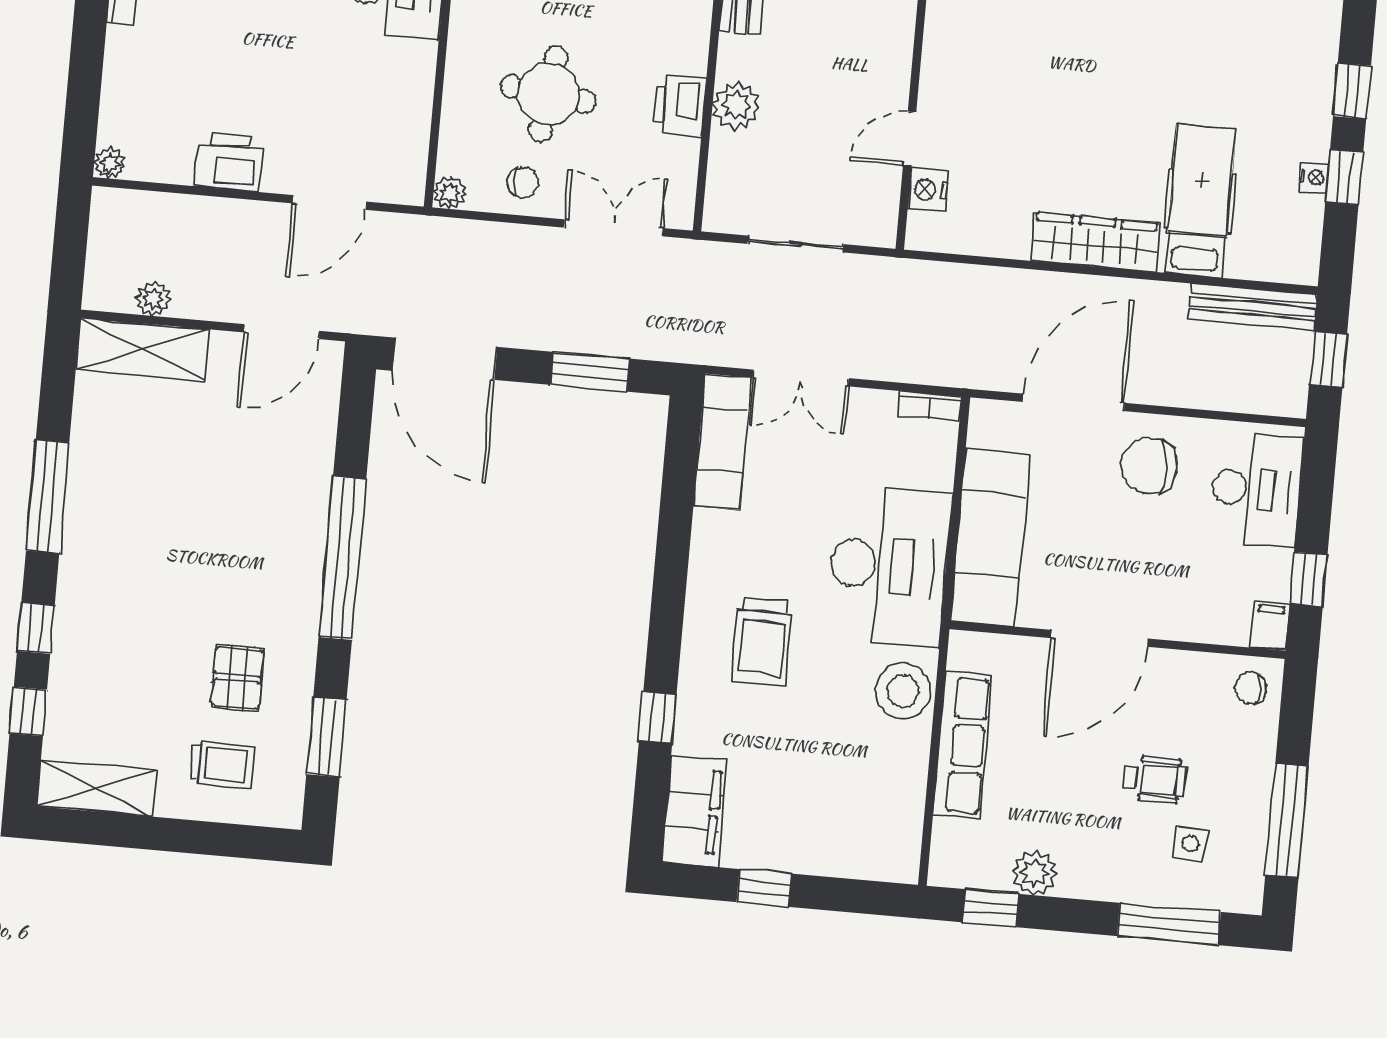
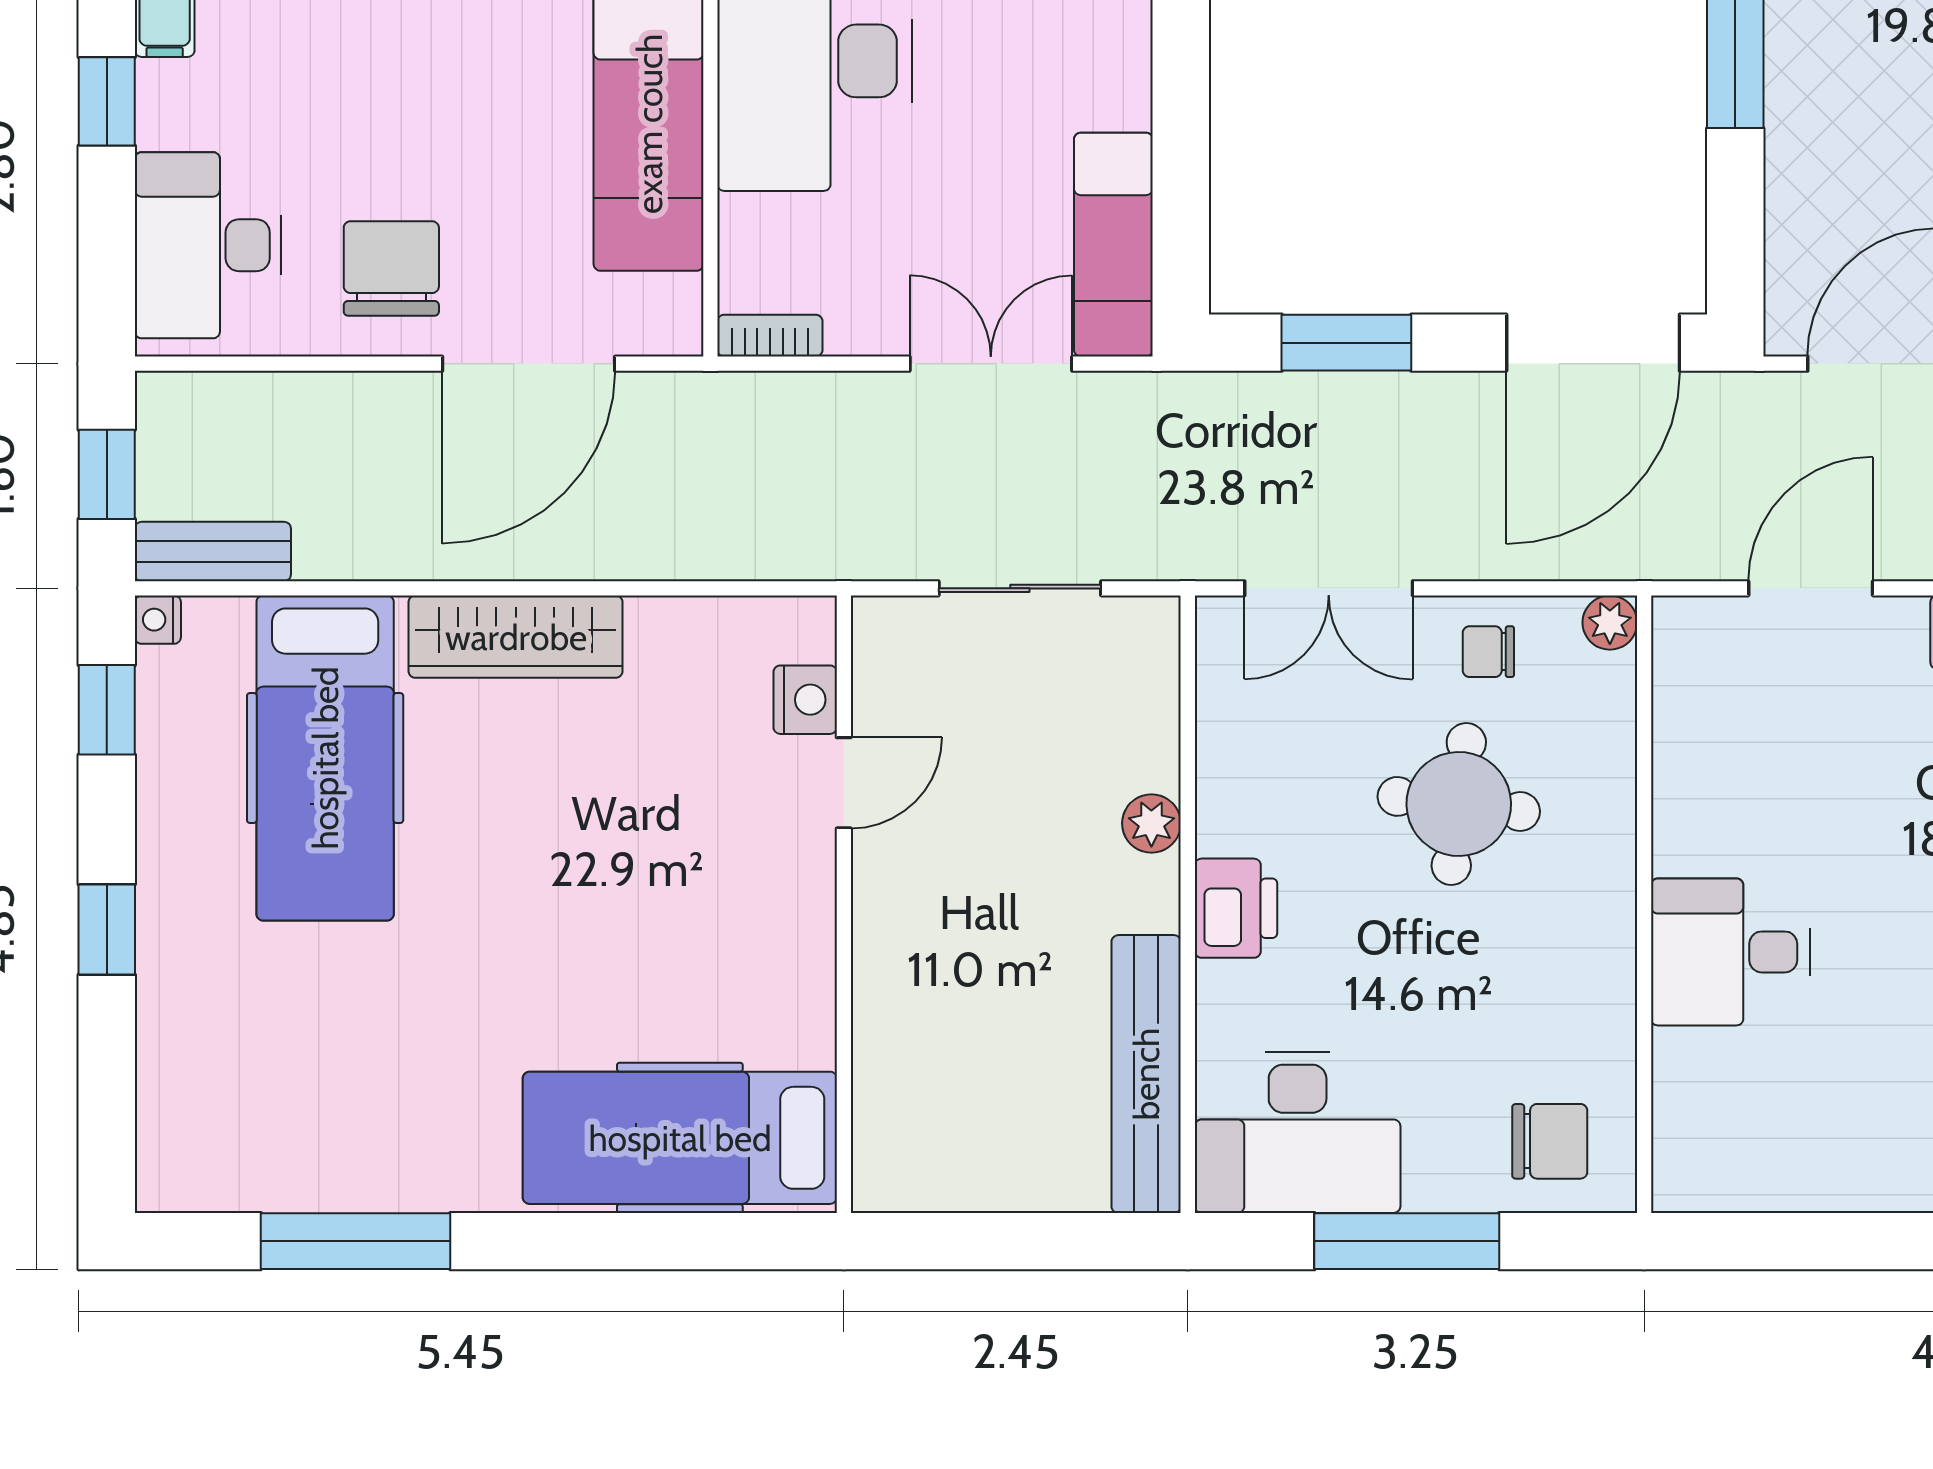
printer: (680, 105) -> (1236, 908), moved
plant: (736, 106) -> (1151, 823), width x0.73, depth x0.73
nightstand: (1314, 177) -> (158, 620), moved
window: (1344, 177) -> (107, 710), moved
hospital bed: (1200, 201) -> (325, 758), width x1.37, depth x1.29
bench: (1253, 307) -> (213, 551), width x0.73
door: (445, 359) -> (1593, 343), swing flipped
chair: (1149, 466) -> (391, 268), turned -90

